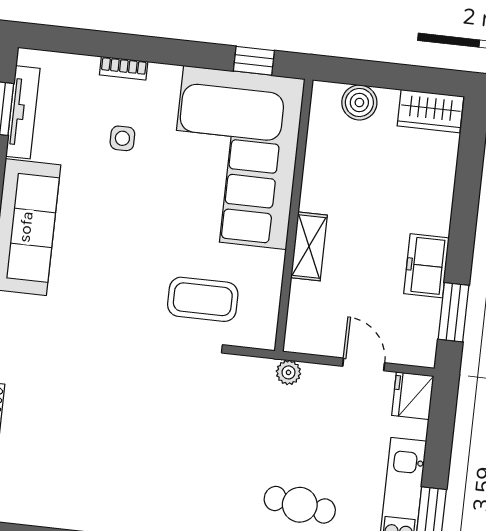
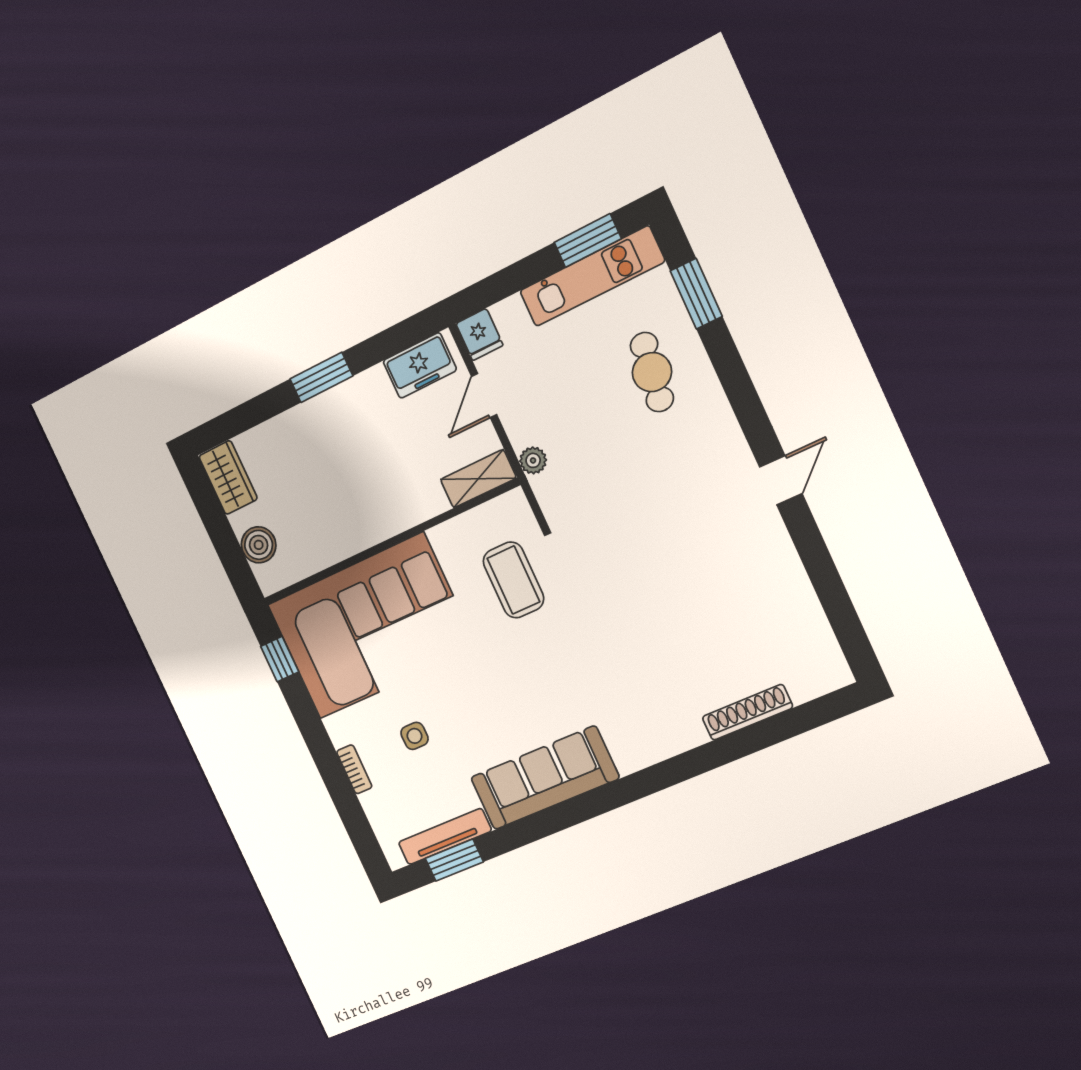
shelving: (309, 246) -> (478, 479), moved
freezer: (426, 266) -> (420, 365), moved
window: (453, 312) -> (321, 377), moved
fridge: (413, 396) -> (479, 334), width x0.72

